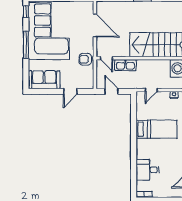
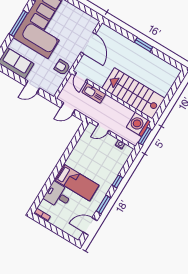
door: (112, 91) -> (68, 109), swing flipped
bed: (157, 129) -> (77, 182), moved

